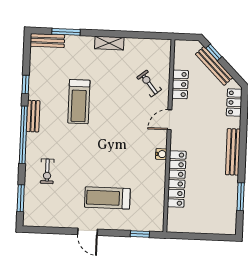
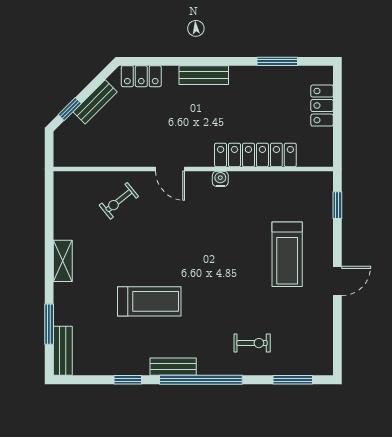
bench: (214, 66) -> (95, 102), width x0.73
locker: (180, 84) -> (322, 106), moved, turned -90
bench: (233, 152) -> (204, 75), width x0.73

